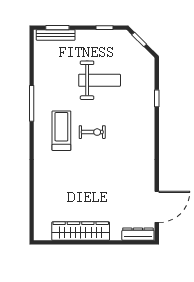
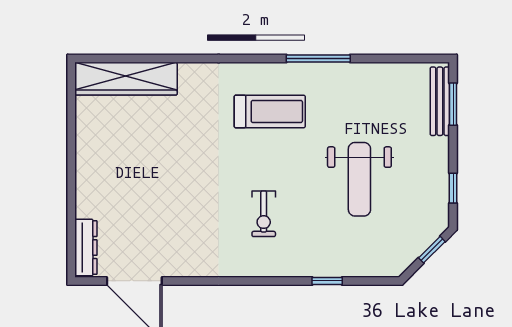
exercise bike: (92, 132) -> (264, 214), moved
wardrobe: (81, 231) -> (126, 79), moved, turned 90

